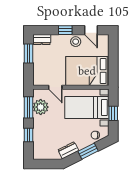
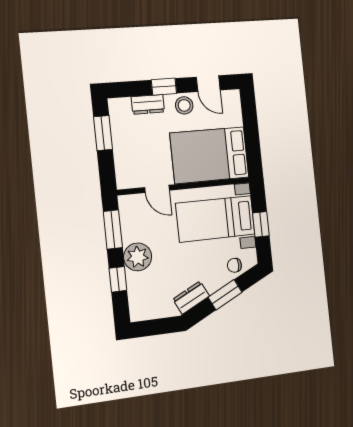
dresser: (42, 39) -> (148, 104), moved
plant: (41, 107) -> (138, 257), moved

